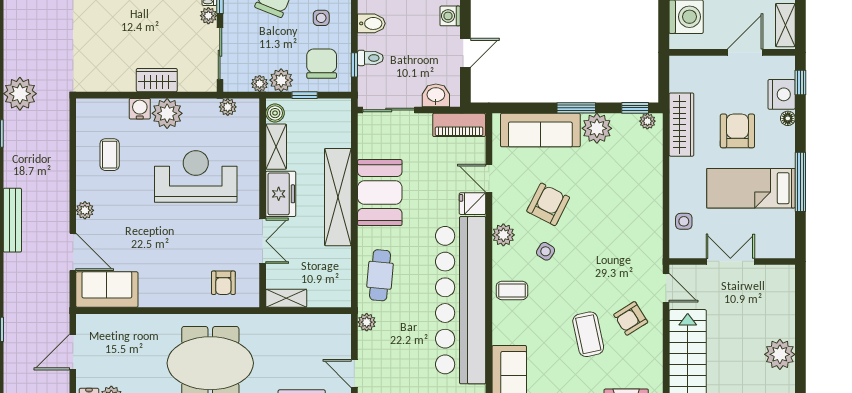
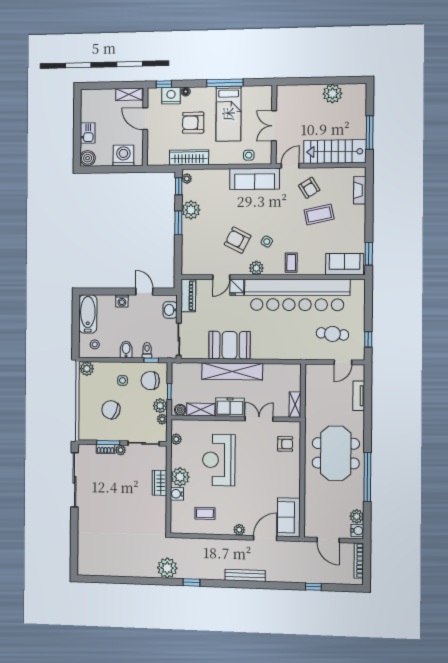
sofa: (540, 130) -> (255, 179), moved, turned 90
cafe table: (380, 275) -> (332, 334), moved
plant: (367, 322) -> (310, 354), removed

